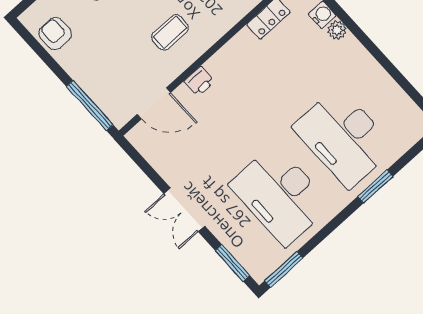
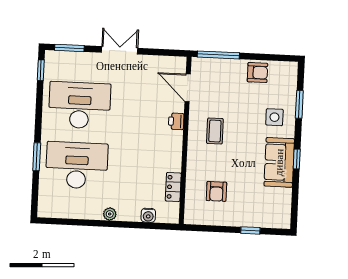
plant: (337, 30) -> (110, 214), moved
armchair: (55, 34) -> (257, 73), moved
door: (154, 104) -> (188, 88), hinge flipped
window: (284, 269) -> (41, 70), width x0.67

